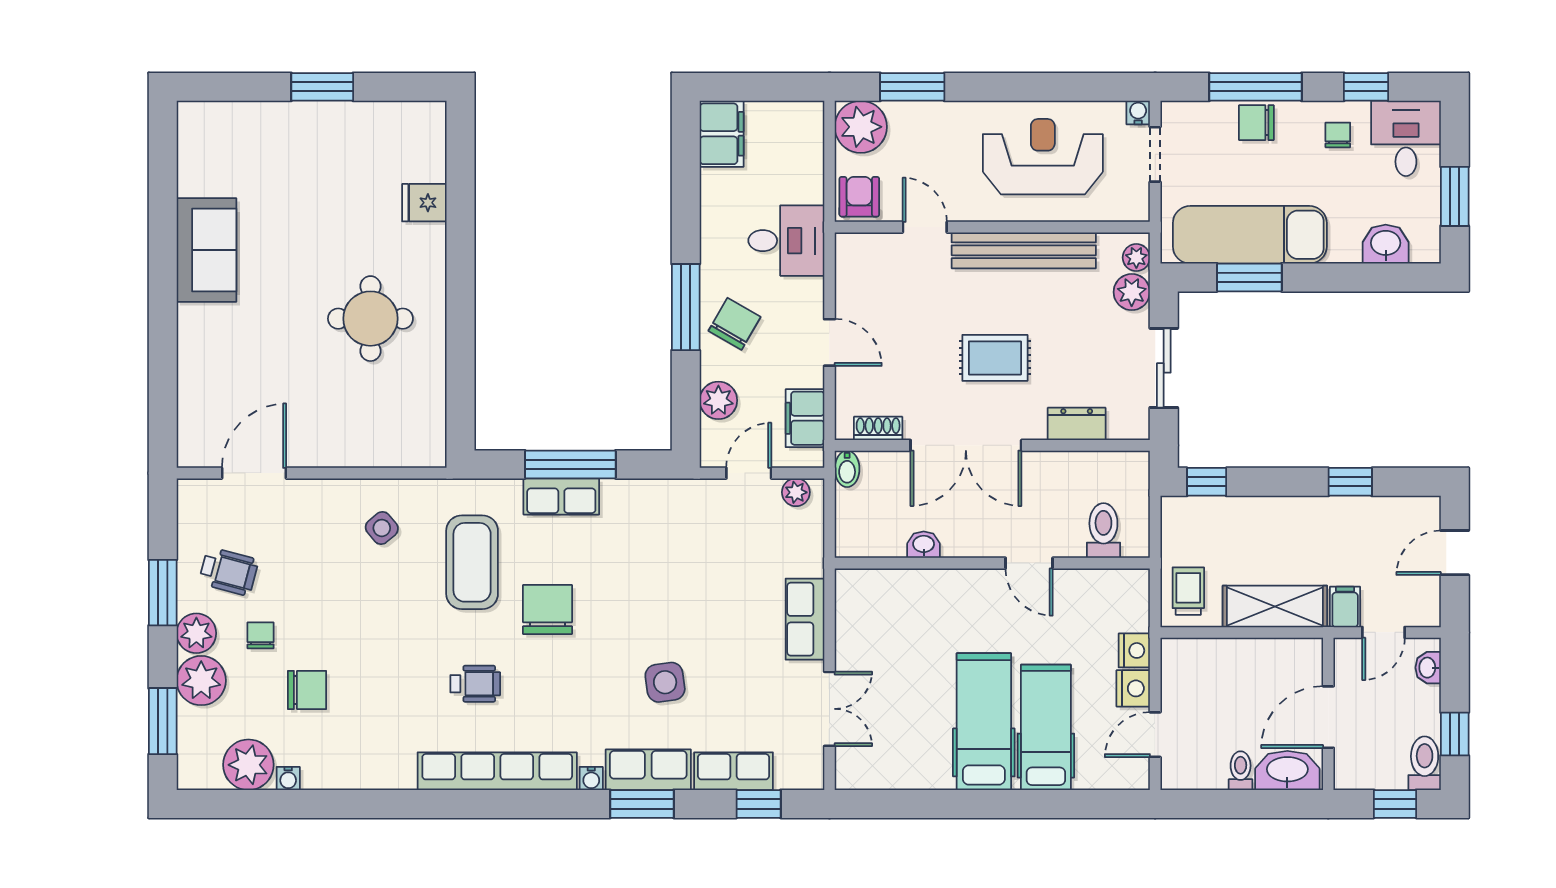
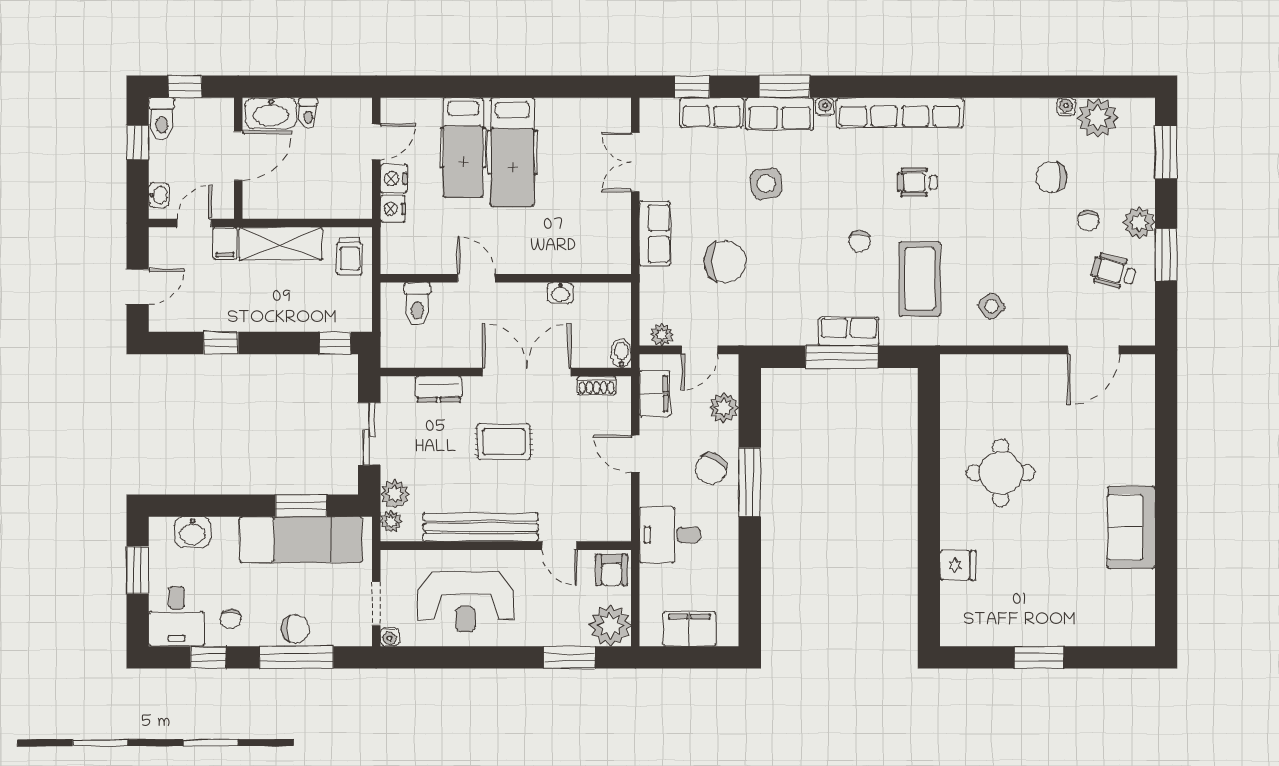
filing cabinet: (722, 134) -> (689, 629), moved, turned 90
chair: (717, 584) -> (725, 262), added
chair: (548, 610) -> (860, 241), width x0.54, depth x0.54
plant: (201, 681) -> (1135, 185), removed

